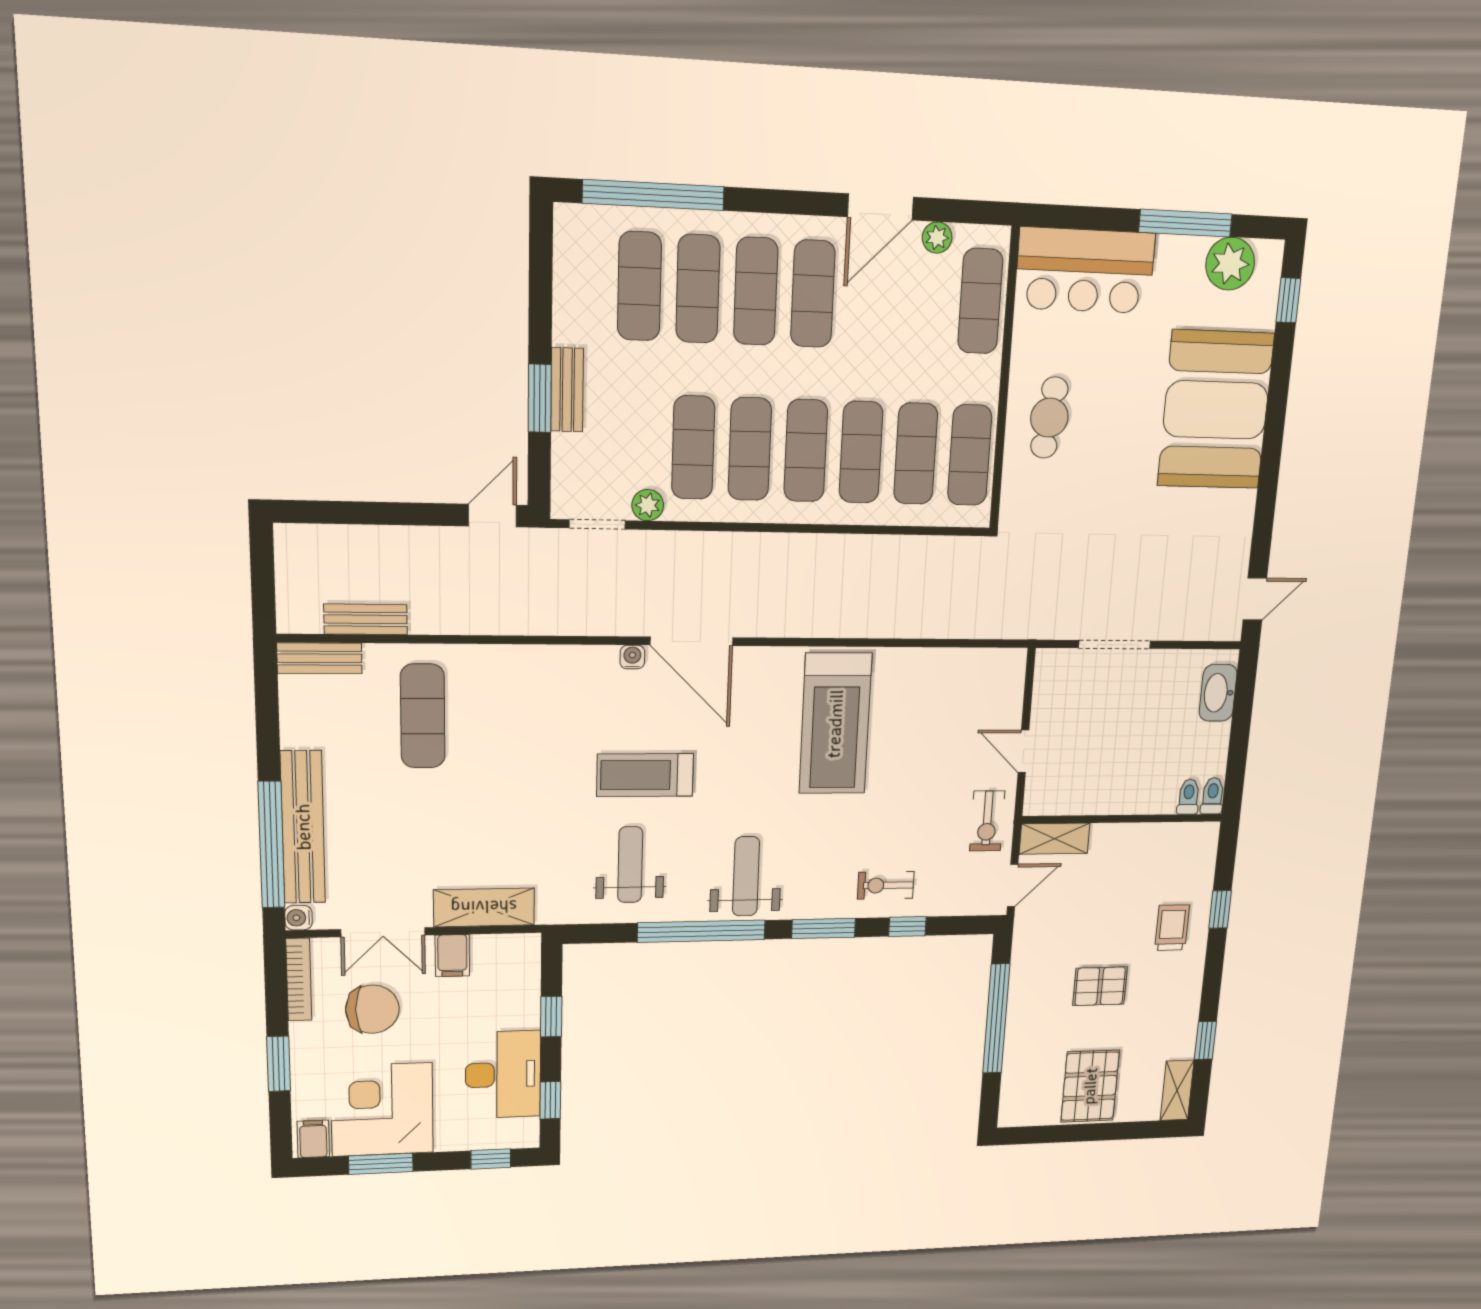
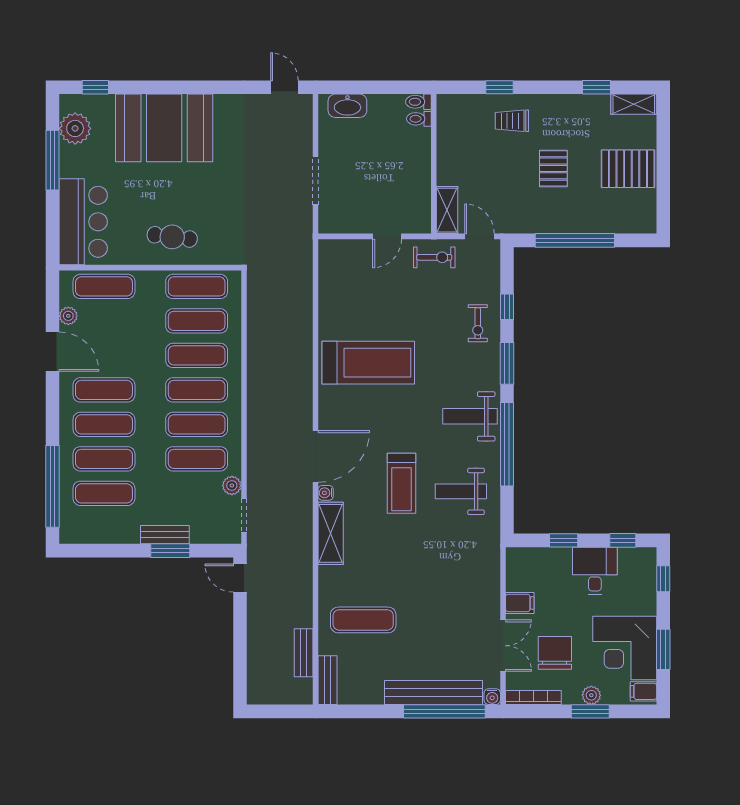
shelving: (484, 907) -> (331, 533), moved
plant: (305, 1065) -> (591, 695), added
desk: (503, 1074) -> (595, 571), width x0.73

